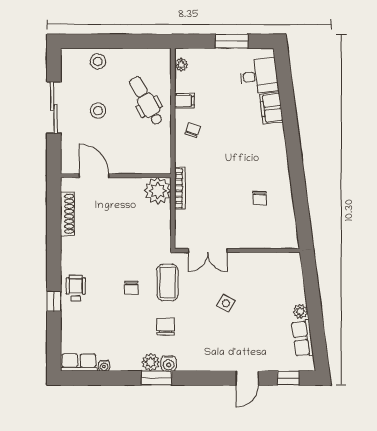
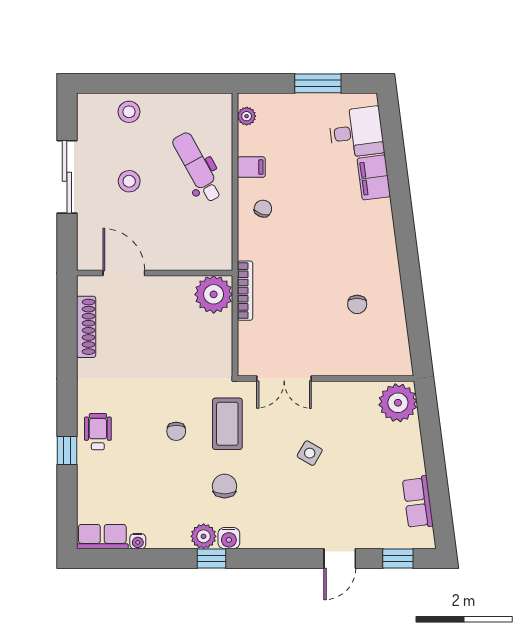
plant: (300, 311) -> (398, 403), moved, width x1.87, depth x1.87
window: (156, 378) -> (212, 559), width x0.67

